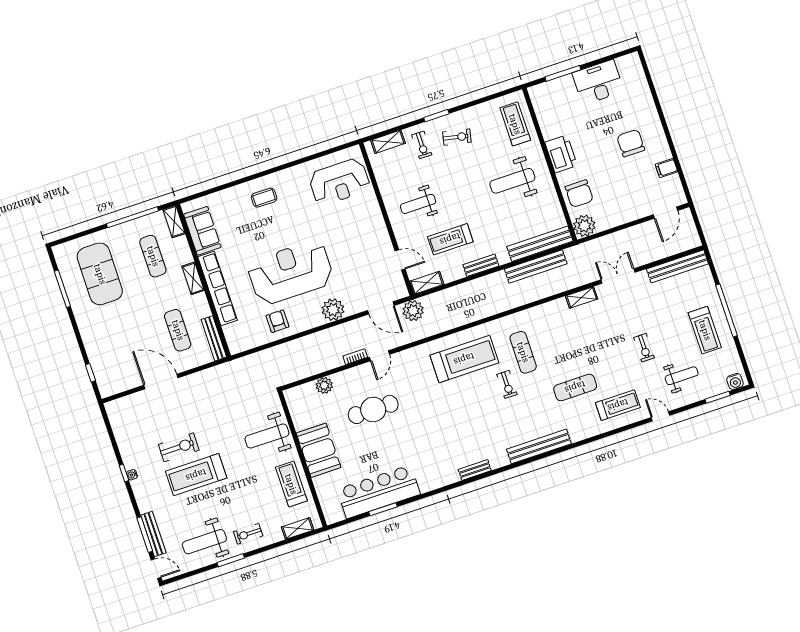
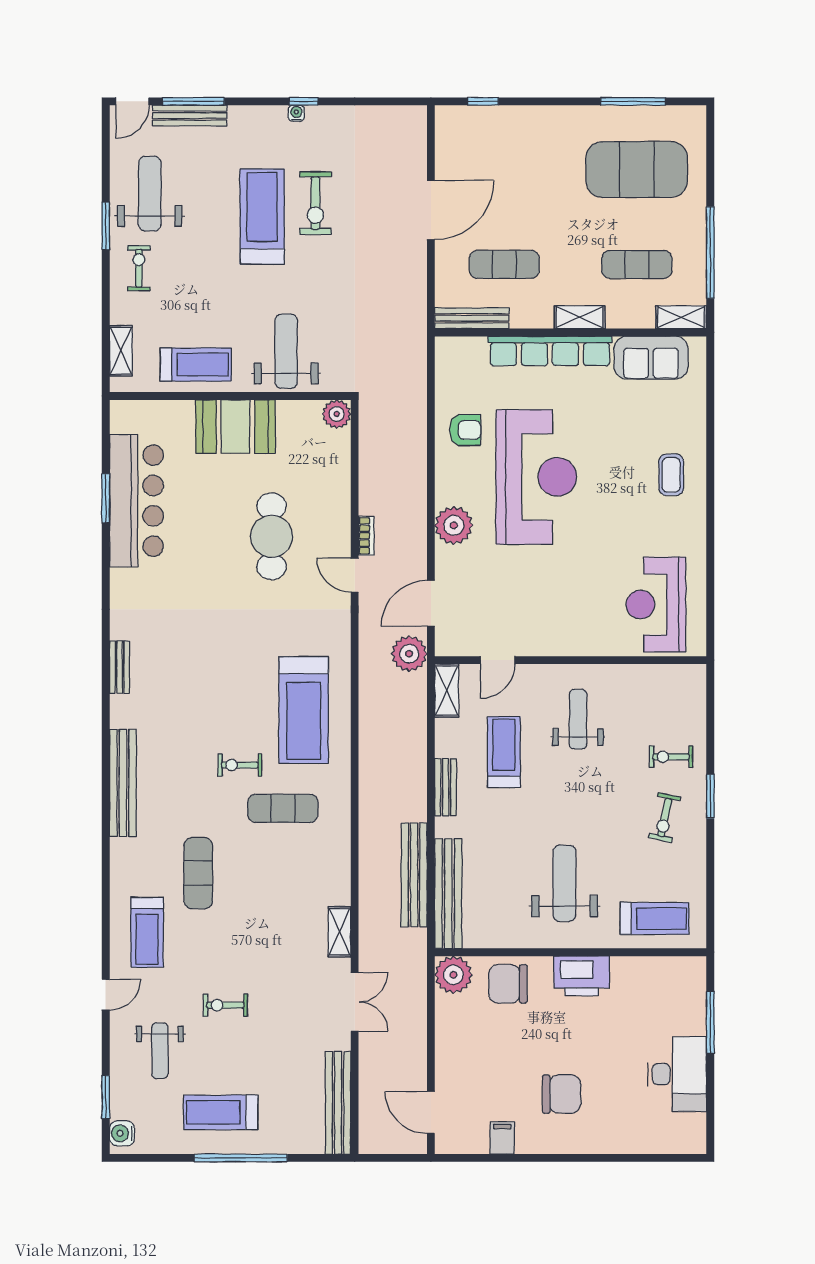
shelving: (388, 142) -> (694, 704), removed
plant: (324, 385) -> (337, 414), moved

